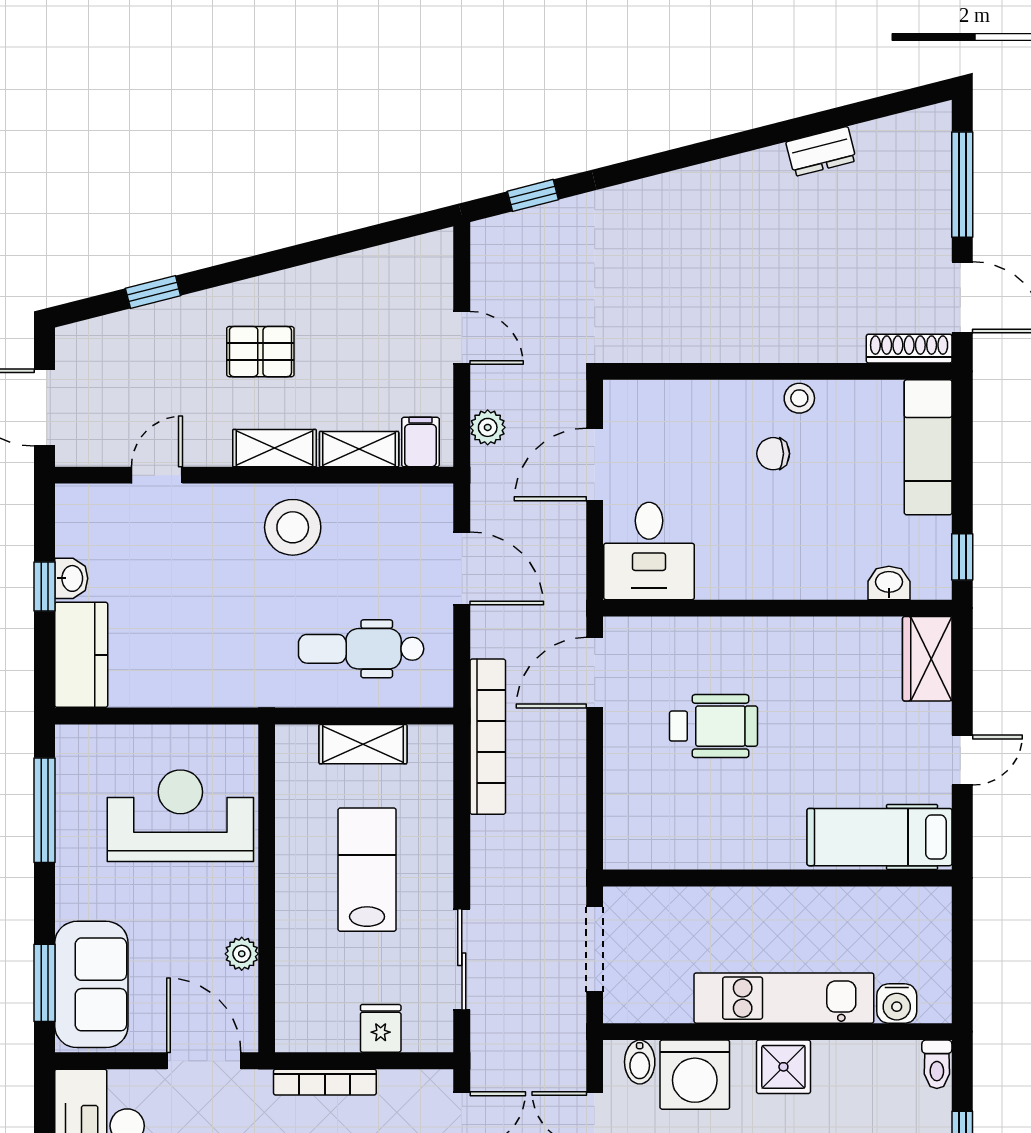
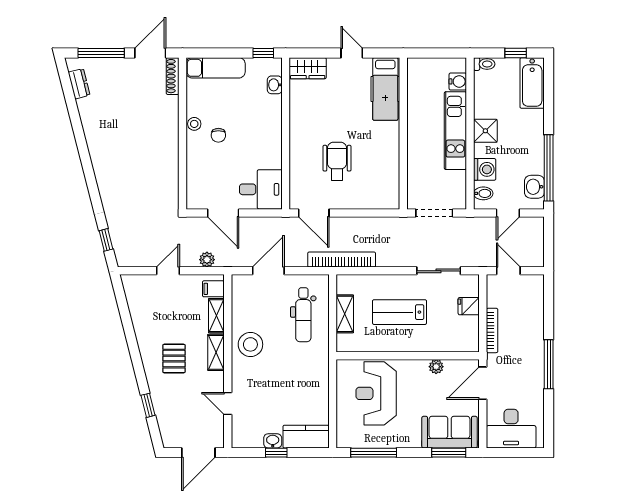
dresser: (821, 151) -> (79, 84), moved
washing machine: (695, 1075) -> (485, 169), width x0.73, depth x0.73

